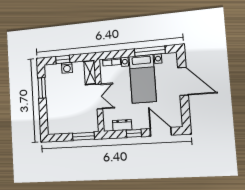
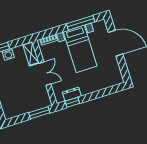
door: (161, 132) -> (107, 91), removed
window: (134, 133) -> (72, 102), moved

